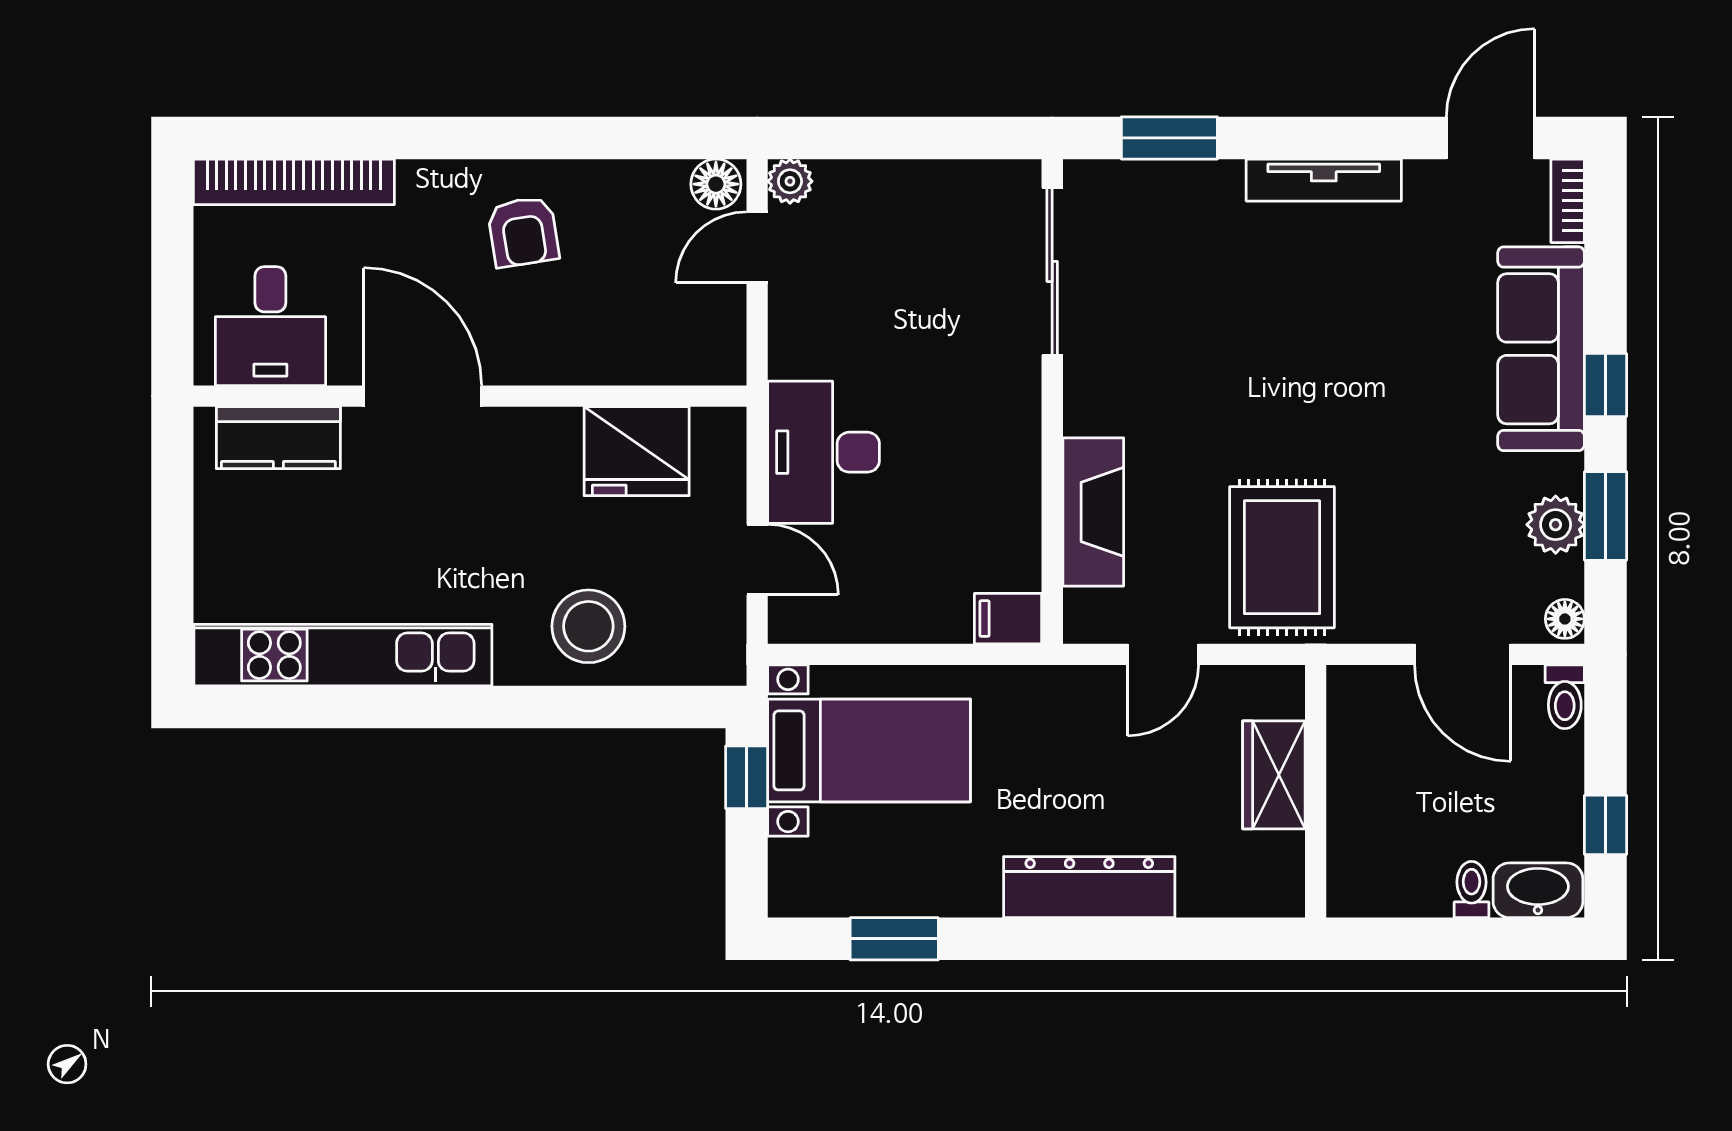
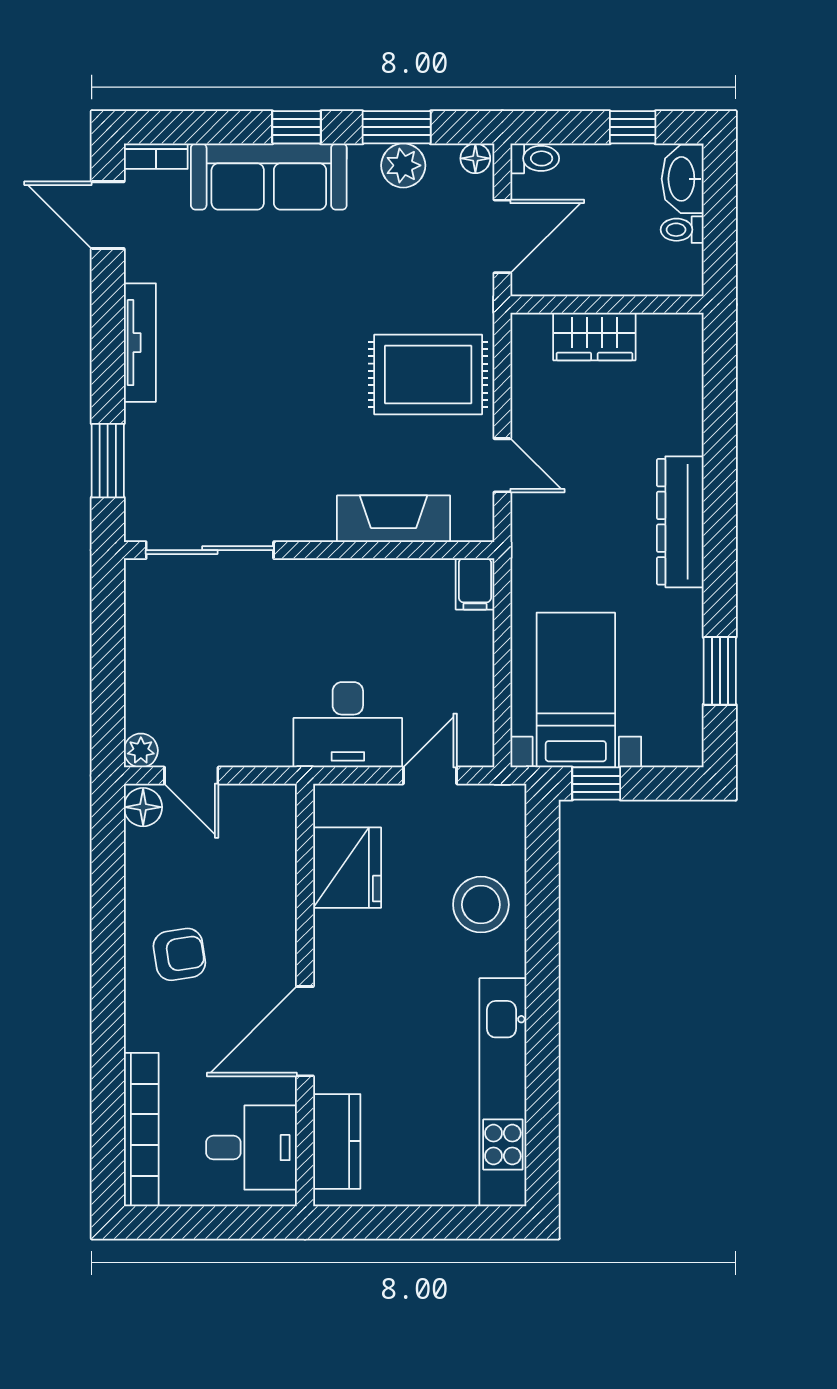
wardrobe: (1274, 775) -> (594, 336), moved
wall: (1316, 791) -> (607, 304), moved

